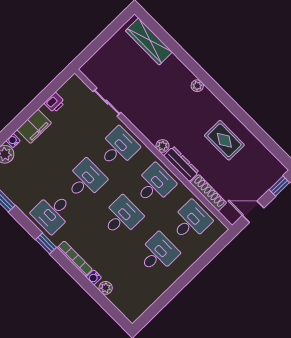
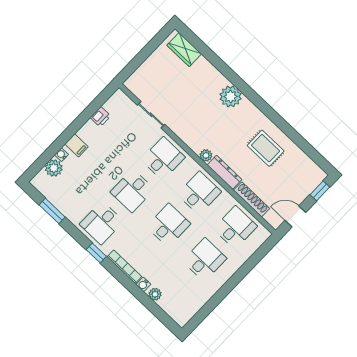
wardrobe: (149, 41) -> (184, 50), width x0.67
plant: (197, 86) -> (231, 96), width x1.87, depth x1.87
filing cabinet: (34, 126) -> (76, 145), width x0.50
desk: (85, 180) -> (132, 191), turned 180

